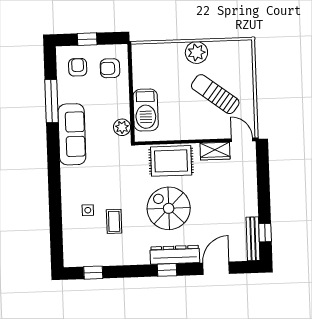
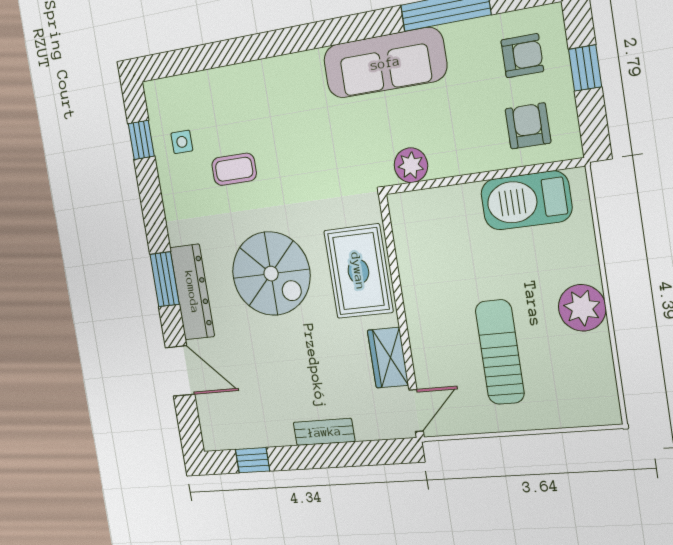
sun lounger: (215, 94) -> (500, 352), turned -37
barbecue: (146, 110) -> (526, 200), moved
spiral stairs: (169, 208) -> (271, 274), turned 90
side table: (88, 210) -> (182, 142), moved
bench: (253, 239) -> (324, 432), moved, width x0.73
window: (167, 270) -> (165, 279), width x1.50

